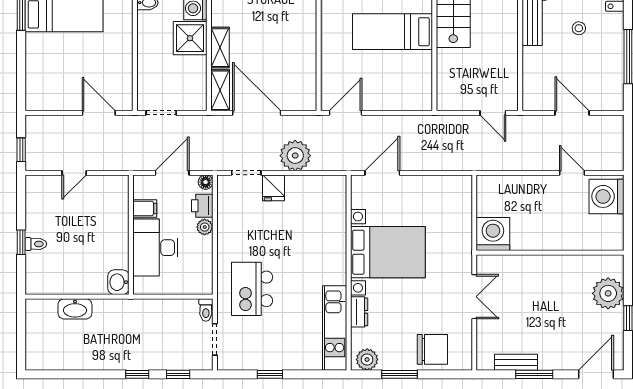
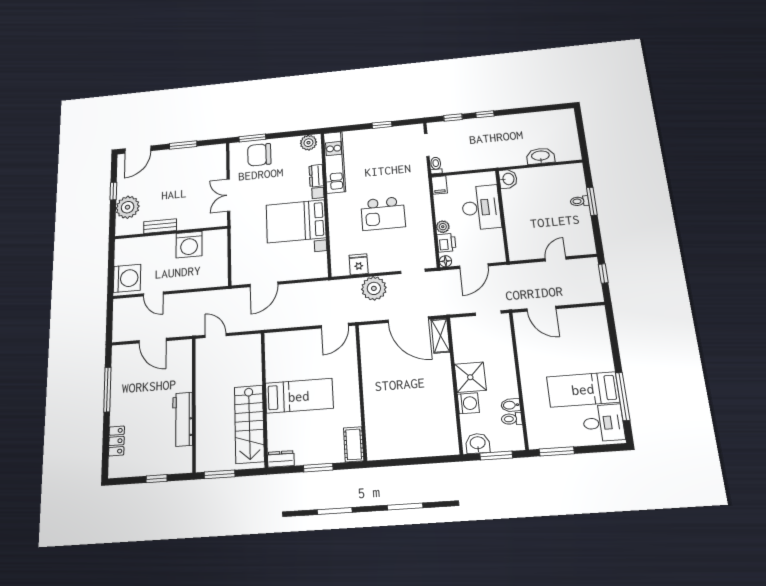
stool: (579, 28) -> (146, 410), removed
shelving: (220, 48) -> (444, 371), removed
door: (382, 173) -> (264, 284), moved
fridge: (274, 188) -> (359, 264), moved
filing cabinet: (145, 208) -> (439, 185), moved, turned -90
washing machine: (493, 234) -> (189, 245), moved
window: (21, 242) -> (592, 201), width x1.50
kitchen island: (252, 289) -> (383, 213), moved, turned 90
bench: (516, 362) -> (160, 226), moved
window: (400, 374) -> (252, 138), moved

